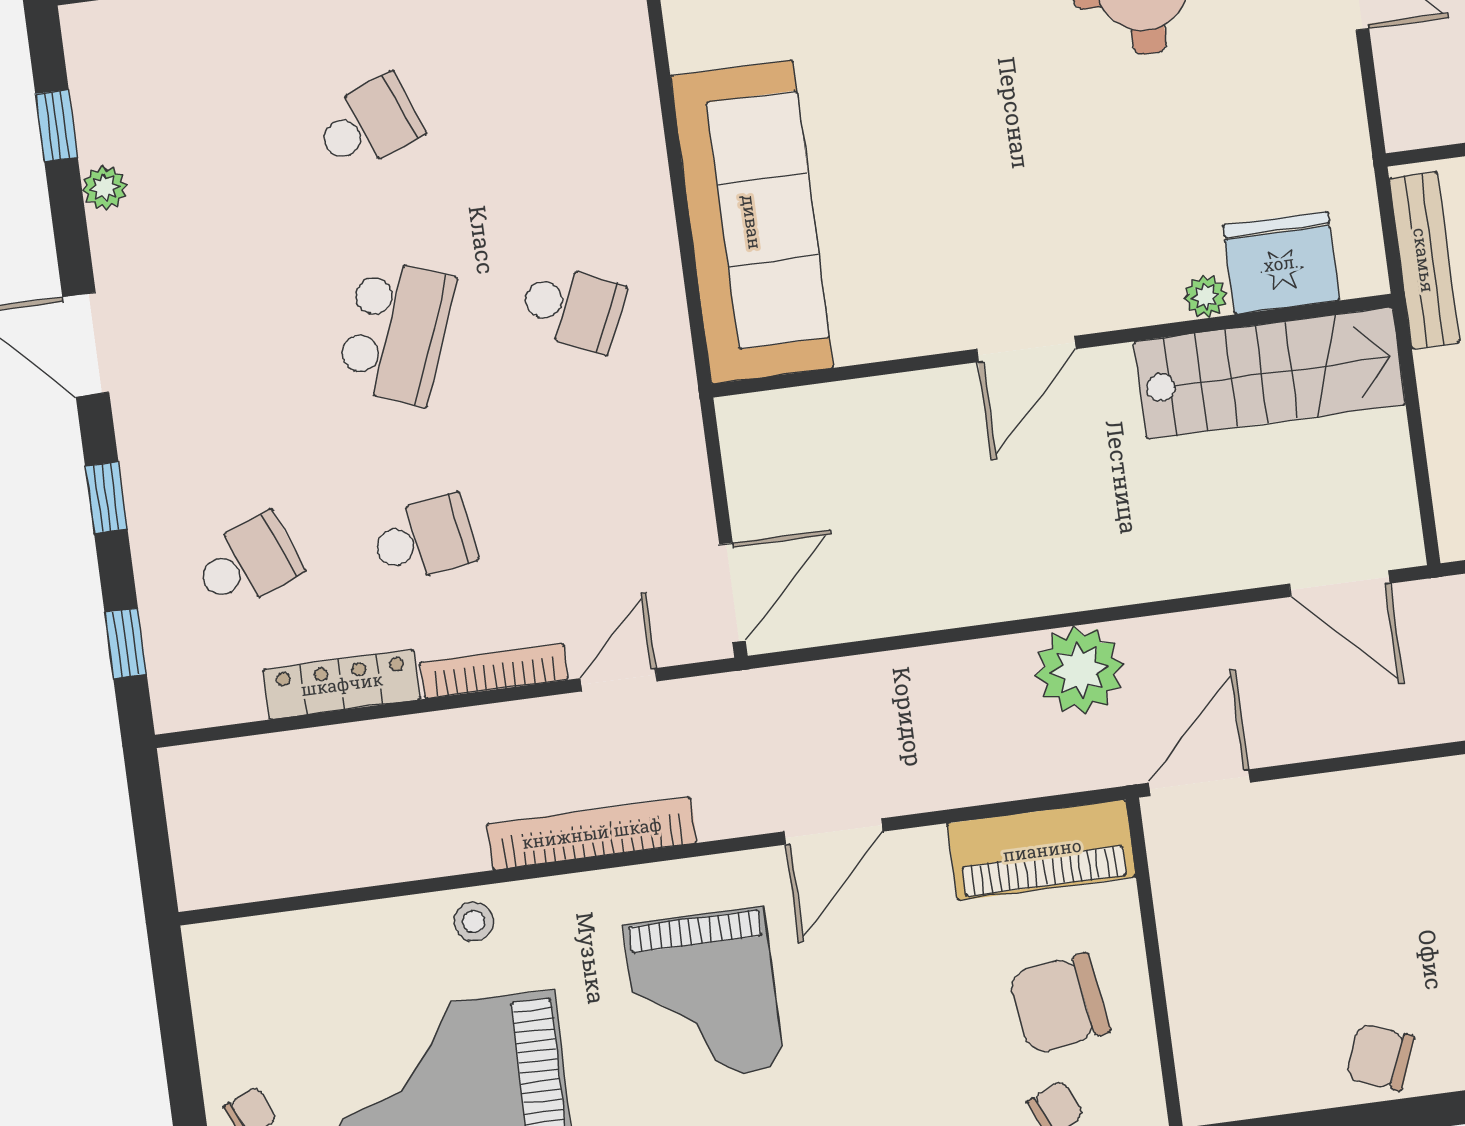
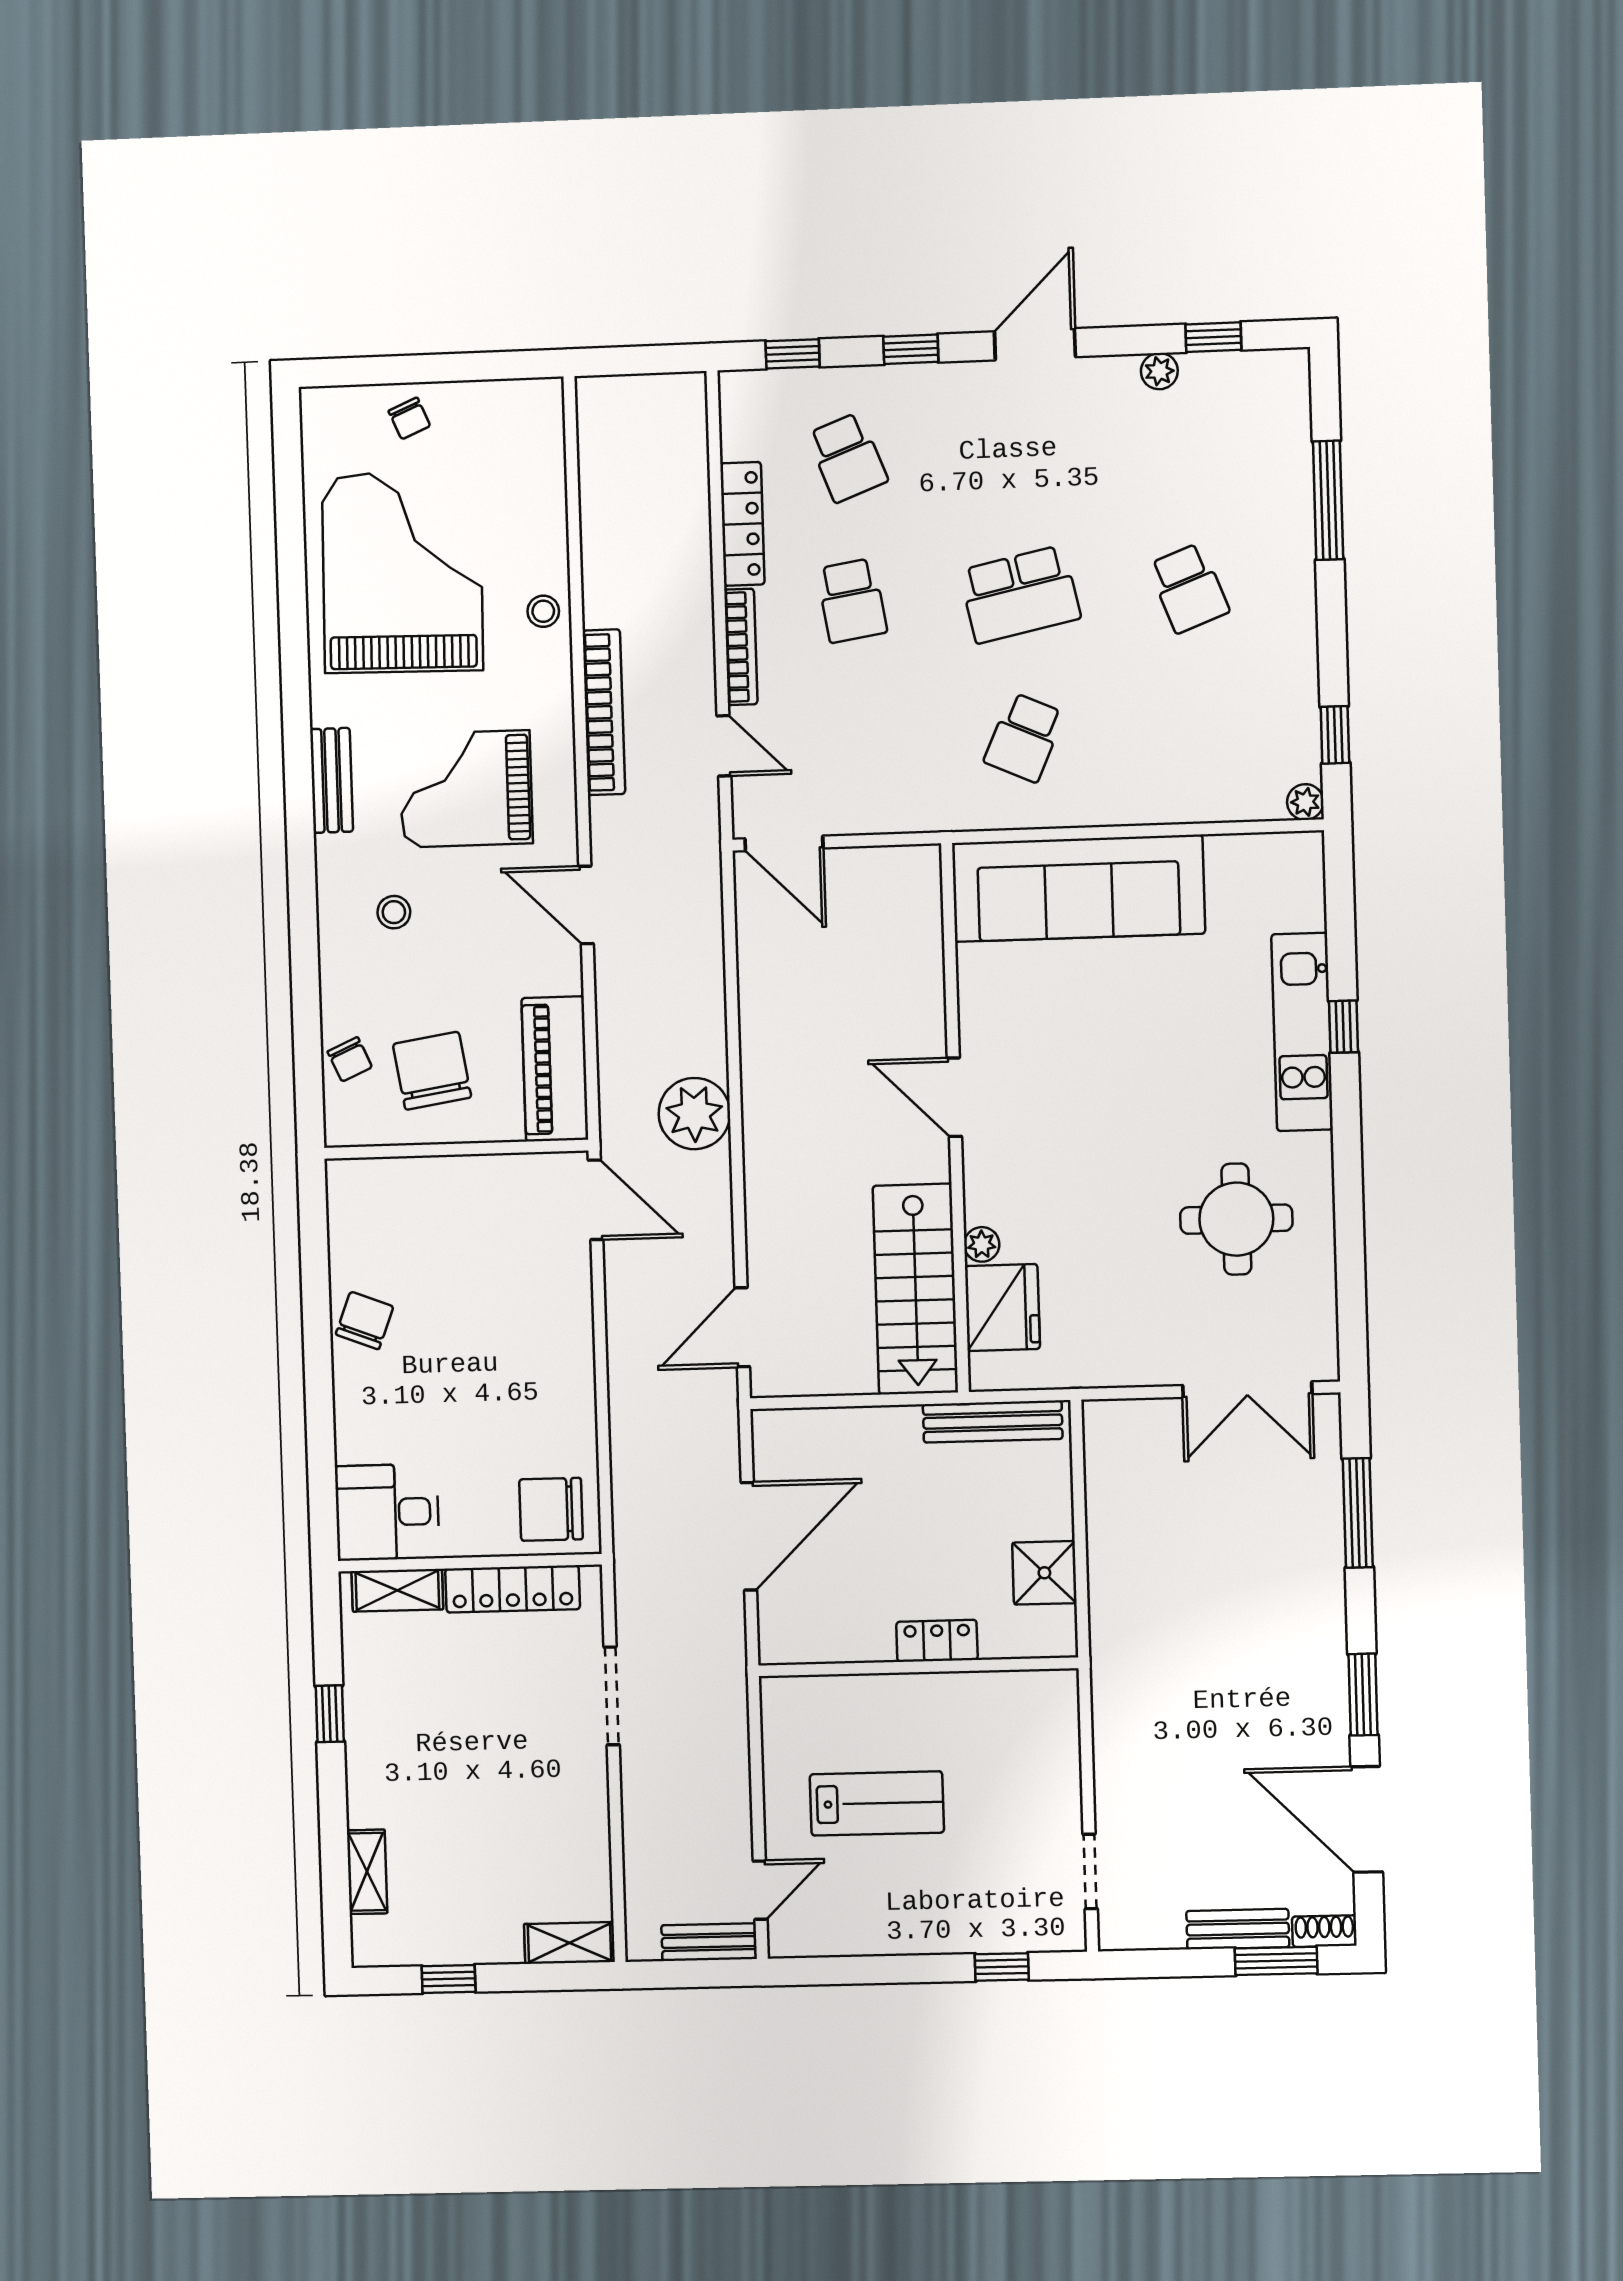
school desk: (396, 332) -> (1020, 594), turned -33
stool: (866, 1071) -> (394, 912), added

